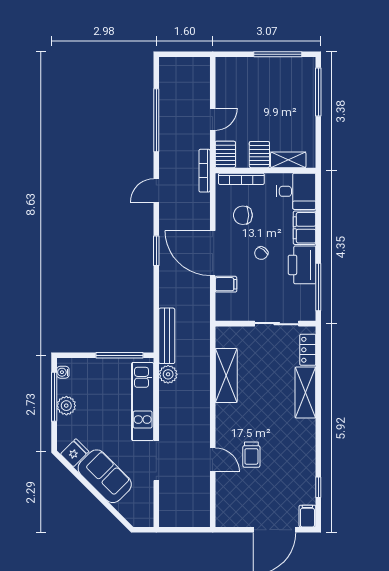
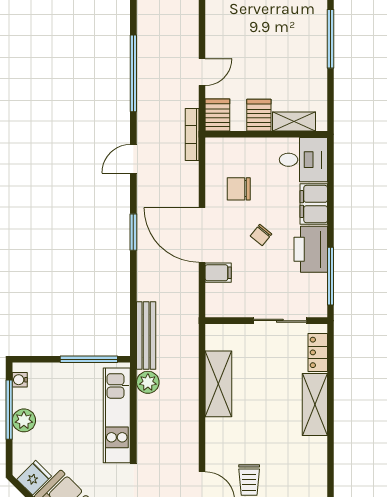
bookcase: (241, 179) -> (237, 145), removed

